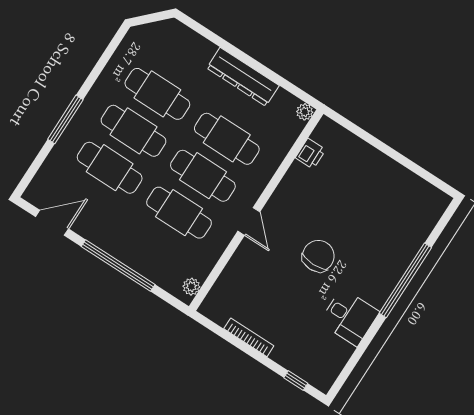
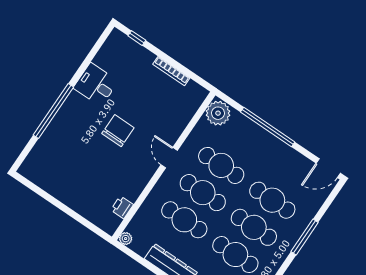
door: (52, 223) -> (328, 168), moved
chair: (318, 256) -> (118, 131), turned 180
plant: (191, 287) -> (218, 113), width x1.88, depth x1.88

